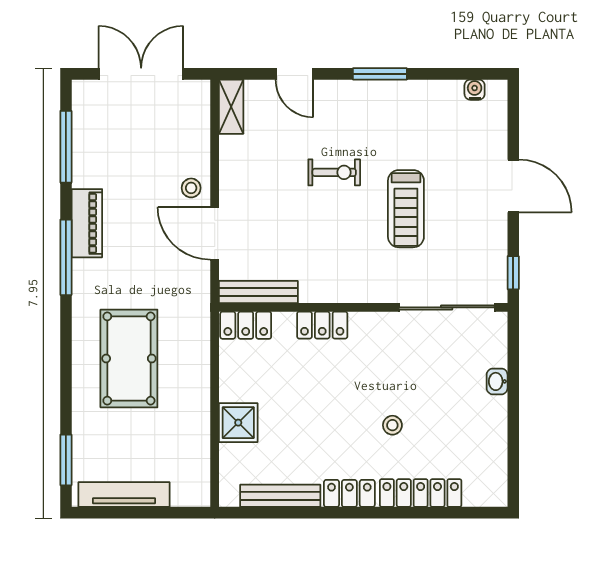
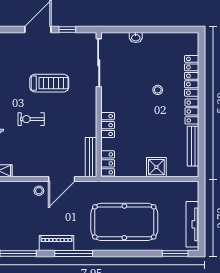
exercise bike: (334, 172) -> (31, 119), turned -90
window: (513, 273) -> (67, 29), moved
pool table: (129, 358) -> (124, 222), width x1.36, depth x1.32

